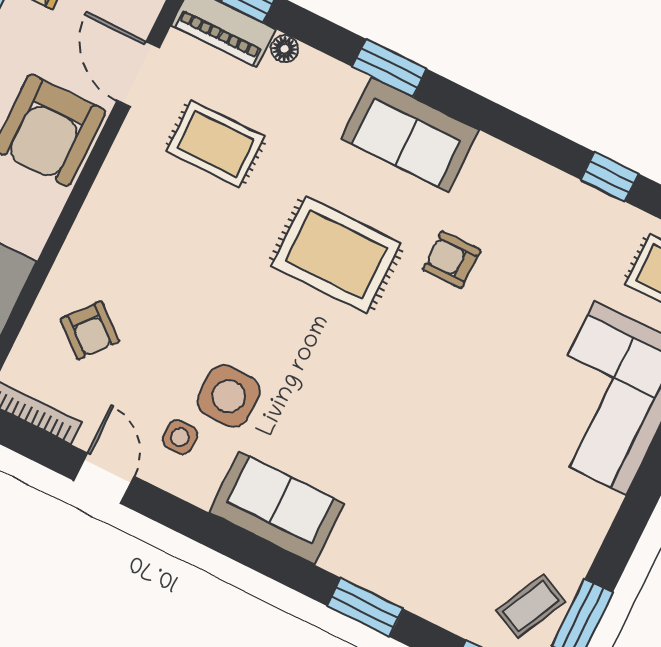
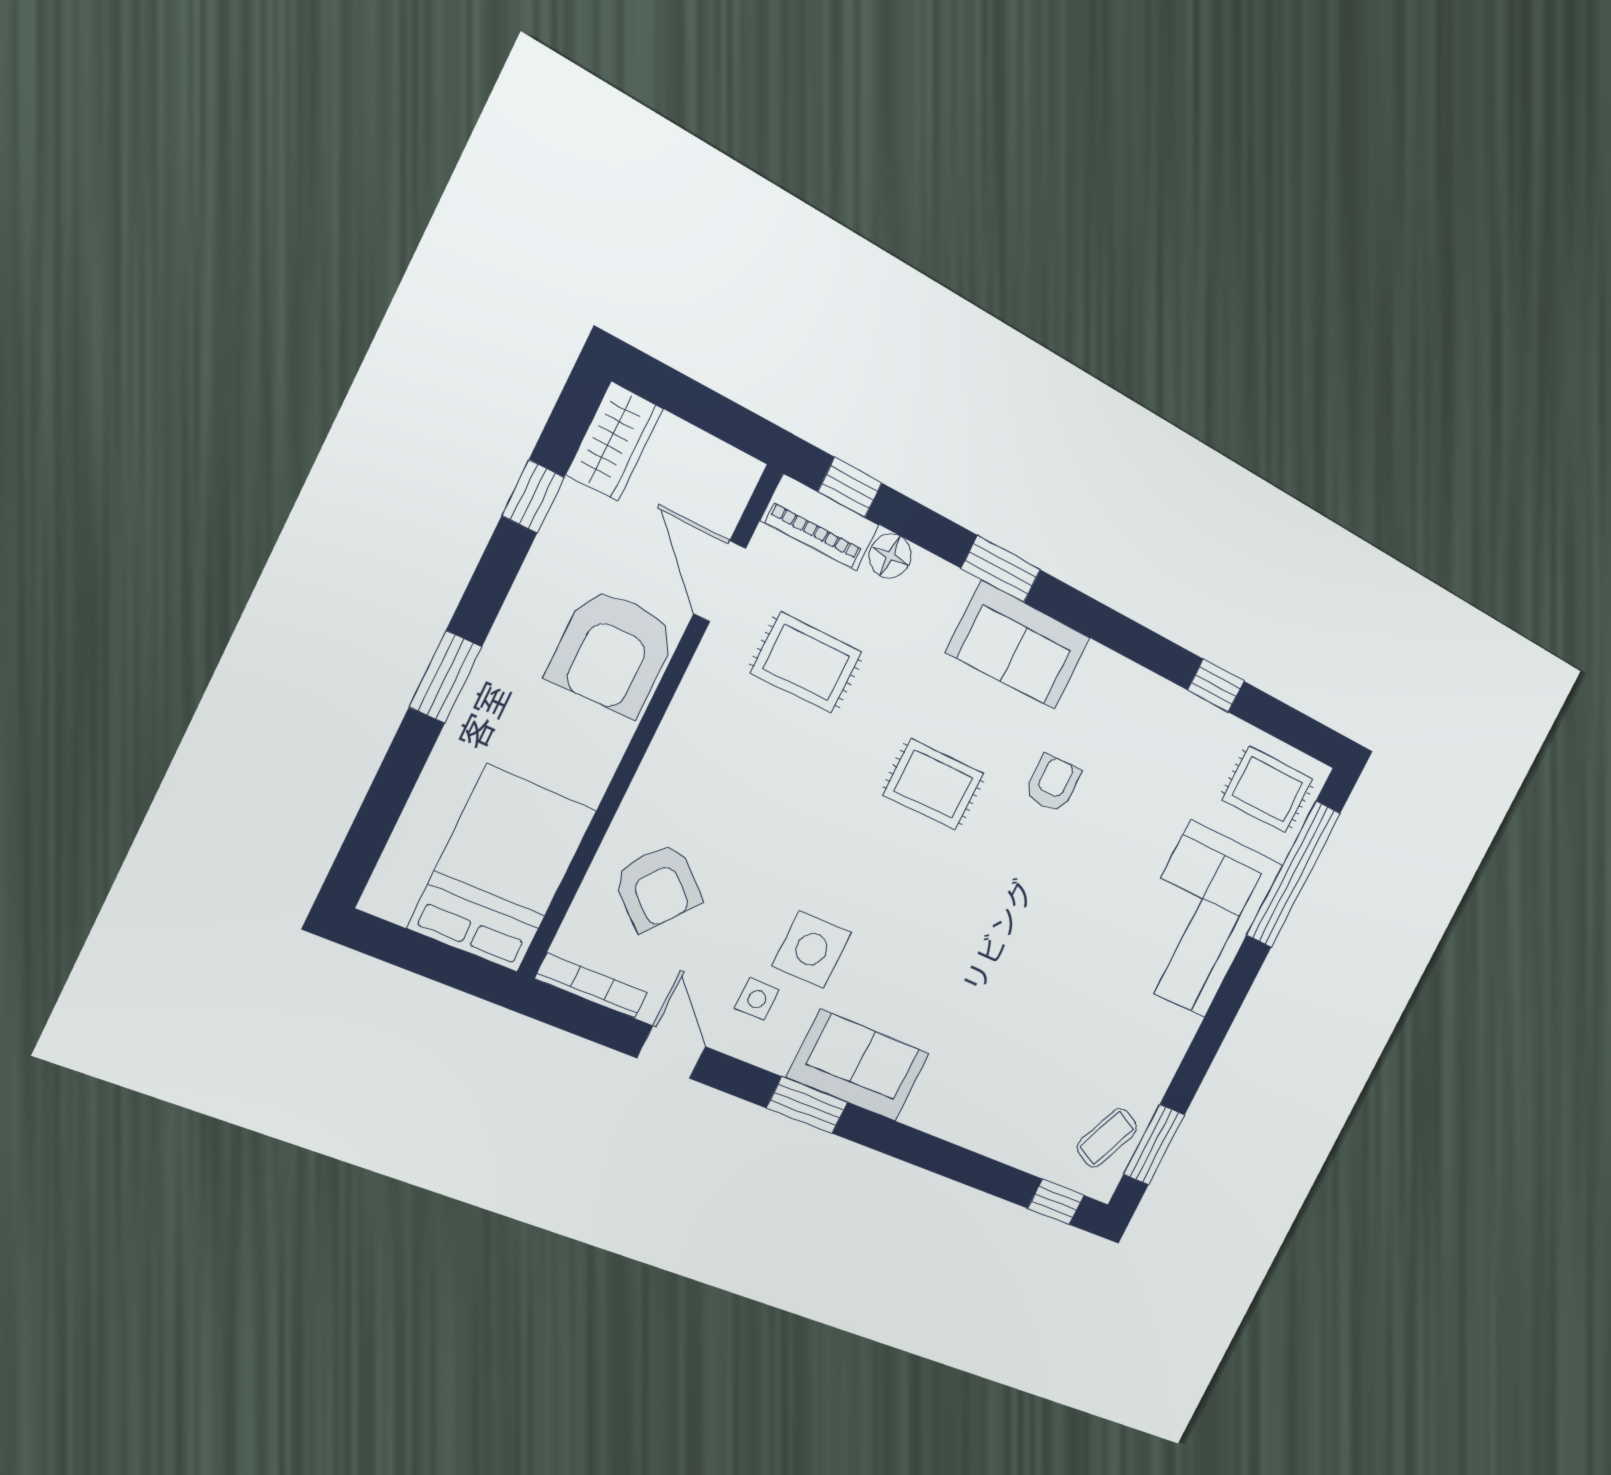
floor lamp: (285, 49) -> (890, 556), width x1.37, depth x1.37
rug: (336, 255) -> (933, 784), width x0.73, depth x0.70
armchair: (452, 260) -> (1053, 784), turned 90
armchair: (90, 330) -> (658, 887), width x1.38, depth x1.38
window: (365, 607) -> (807, 1105), moved

